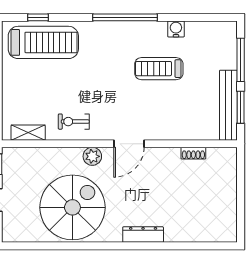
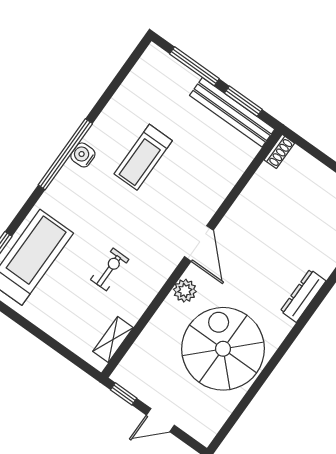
water cooler: (176, 29) -> (83, 155), moved
exercise bike: (74, 122) -> (110, 269), moved, turned 180
shoe rack: (193, 153) -> (279, 151), moved

